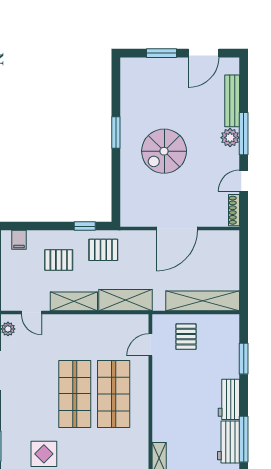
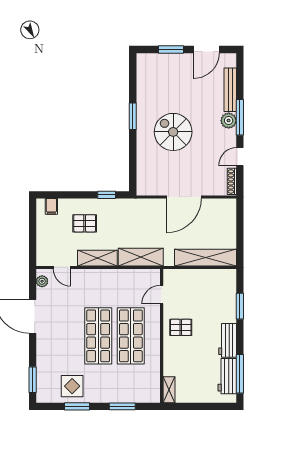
spiral stairs: (164, 151) -> (173, 132), turned 90
pallet: (103, 250) -> (122, 215), removed
pallet: (186, 337) -> (181, 327), moved, turned 90

